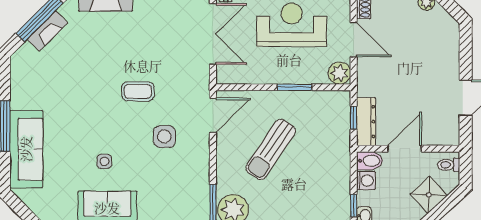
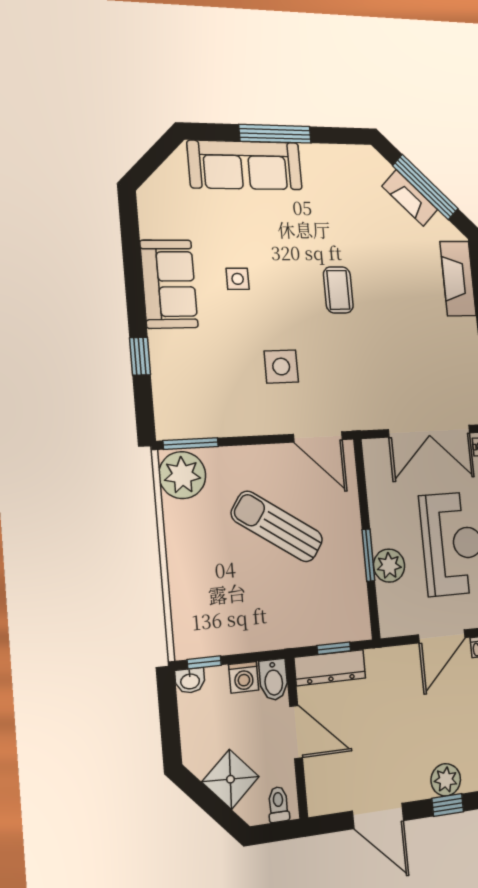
plant: (449, 47) -> (446, 780), added
window: (466, 48) -> (448, 805), added
plant: (339, 73) -> (389, 566), moved
coffee table: (138, 91) -> (338, 290), moved

